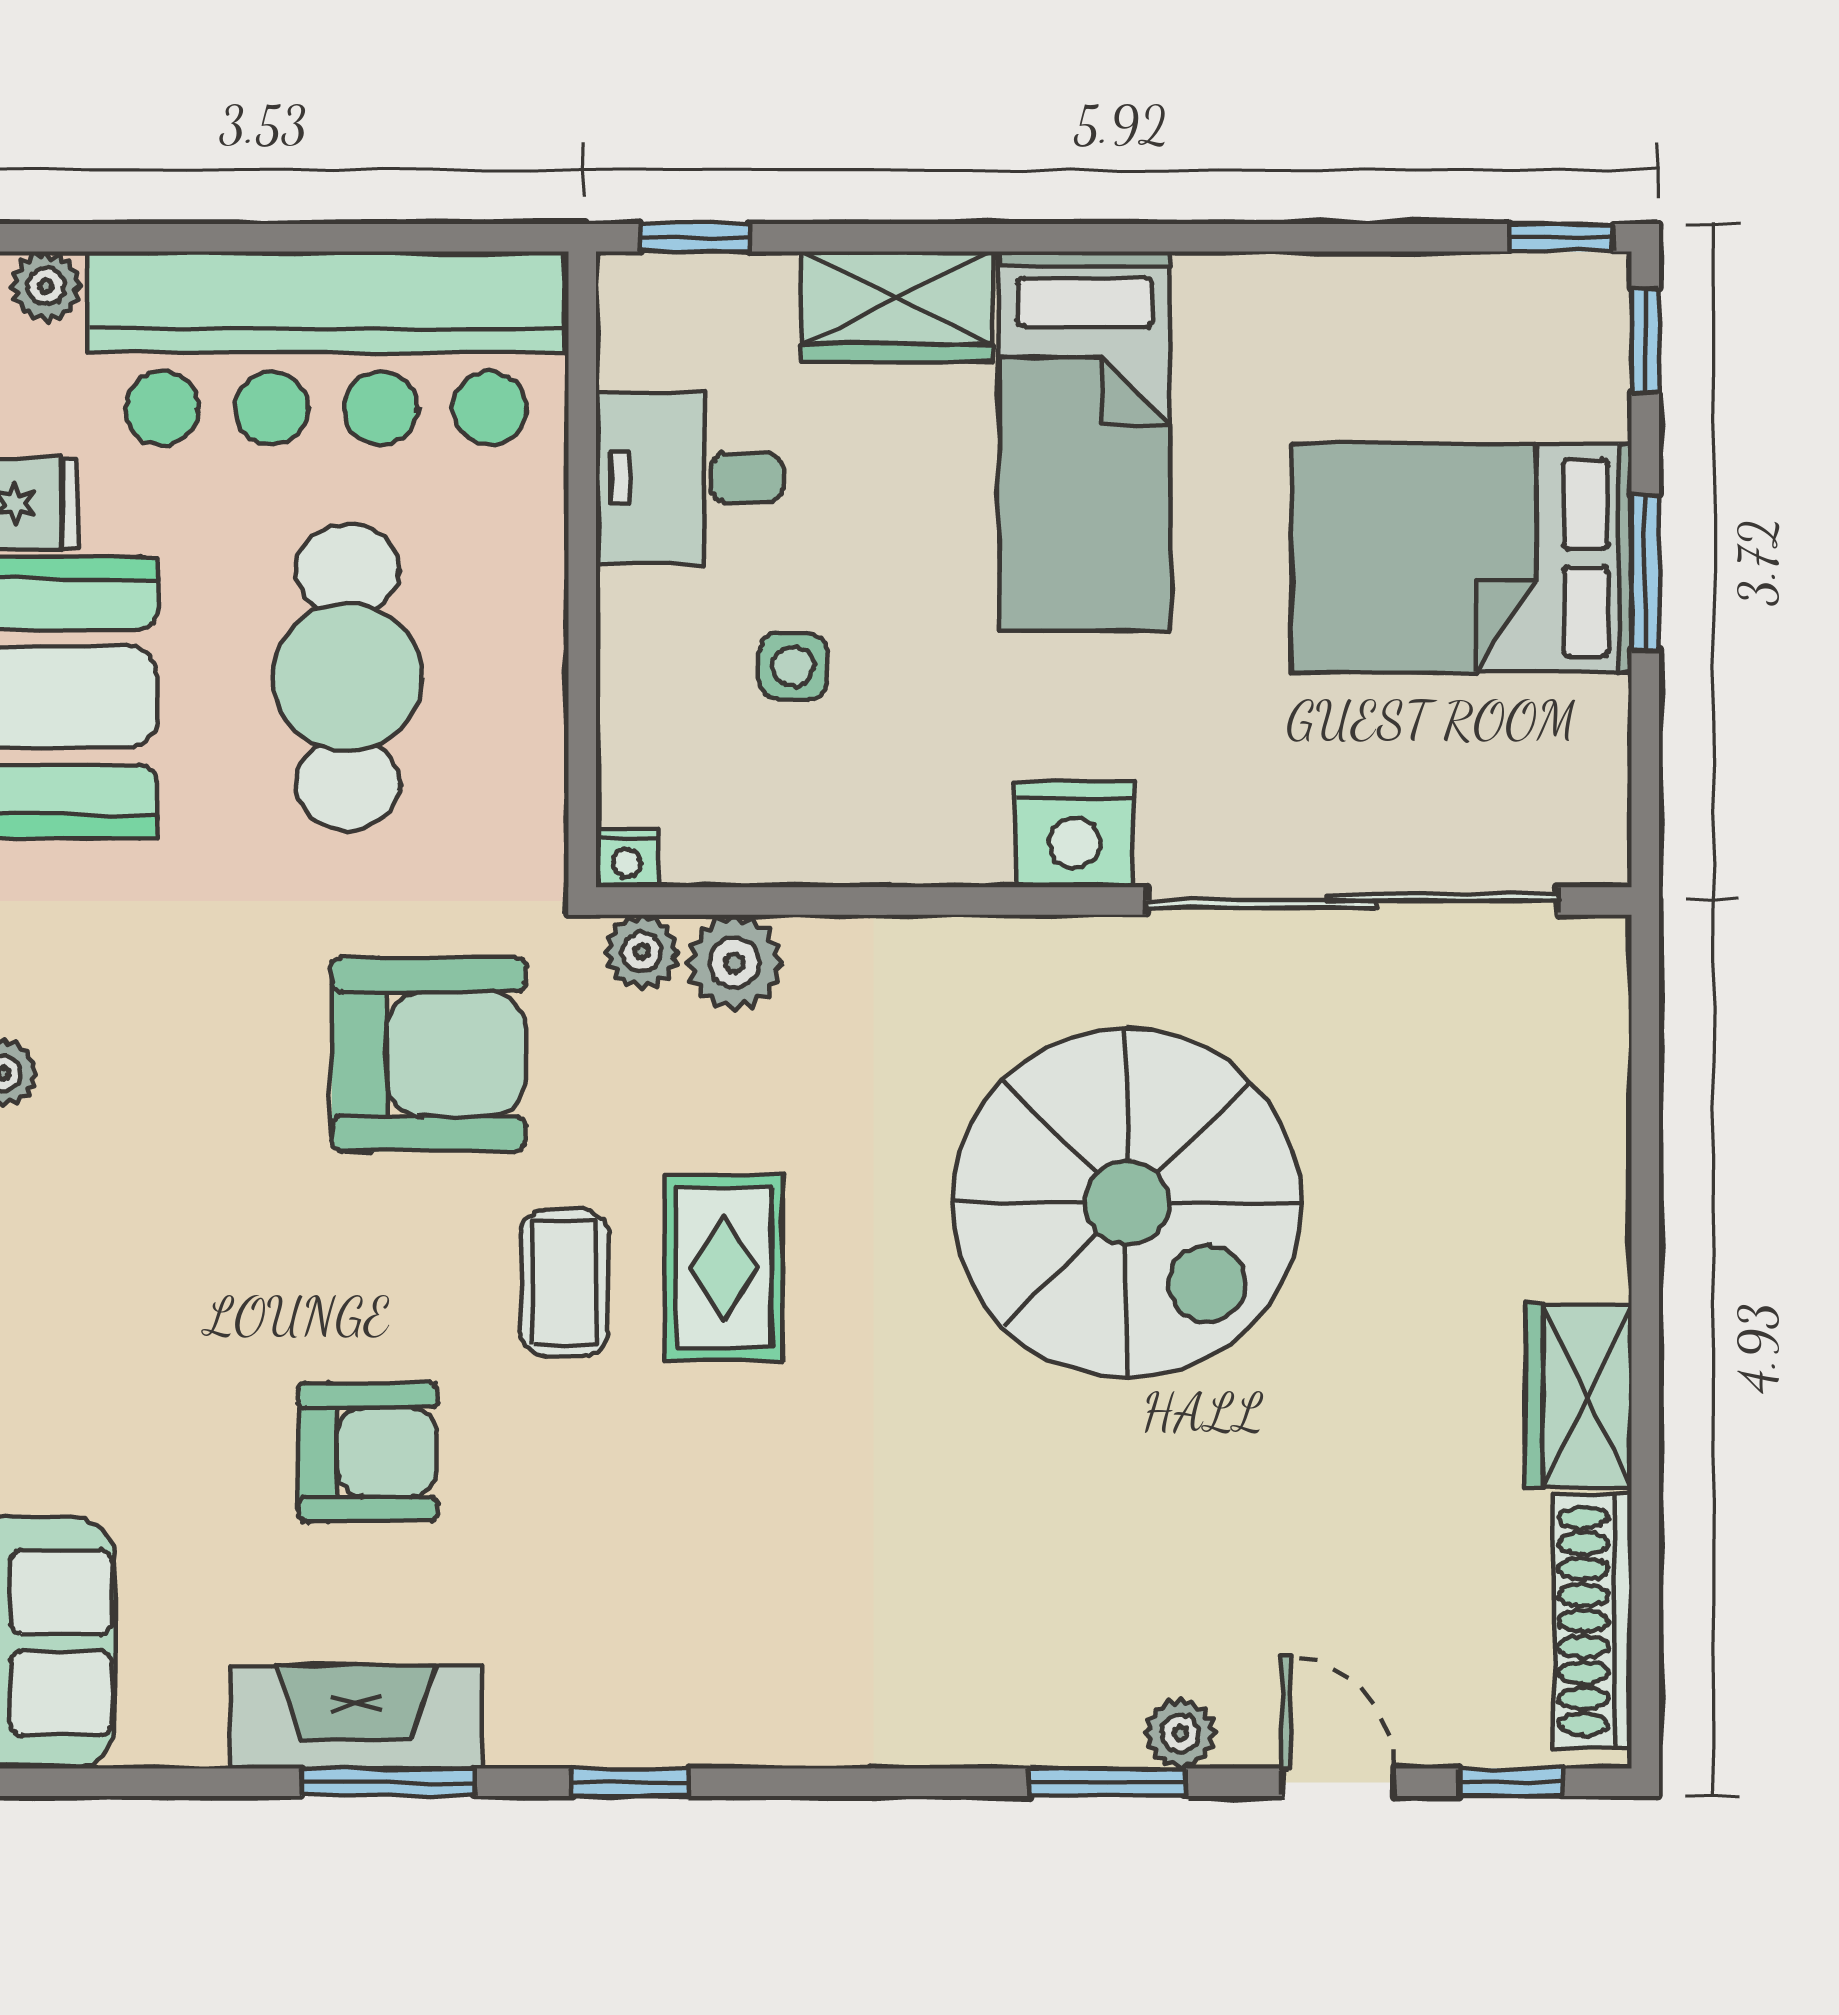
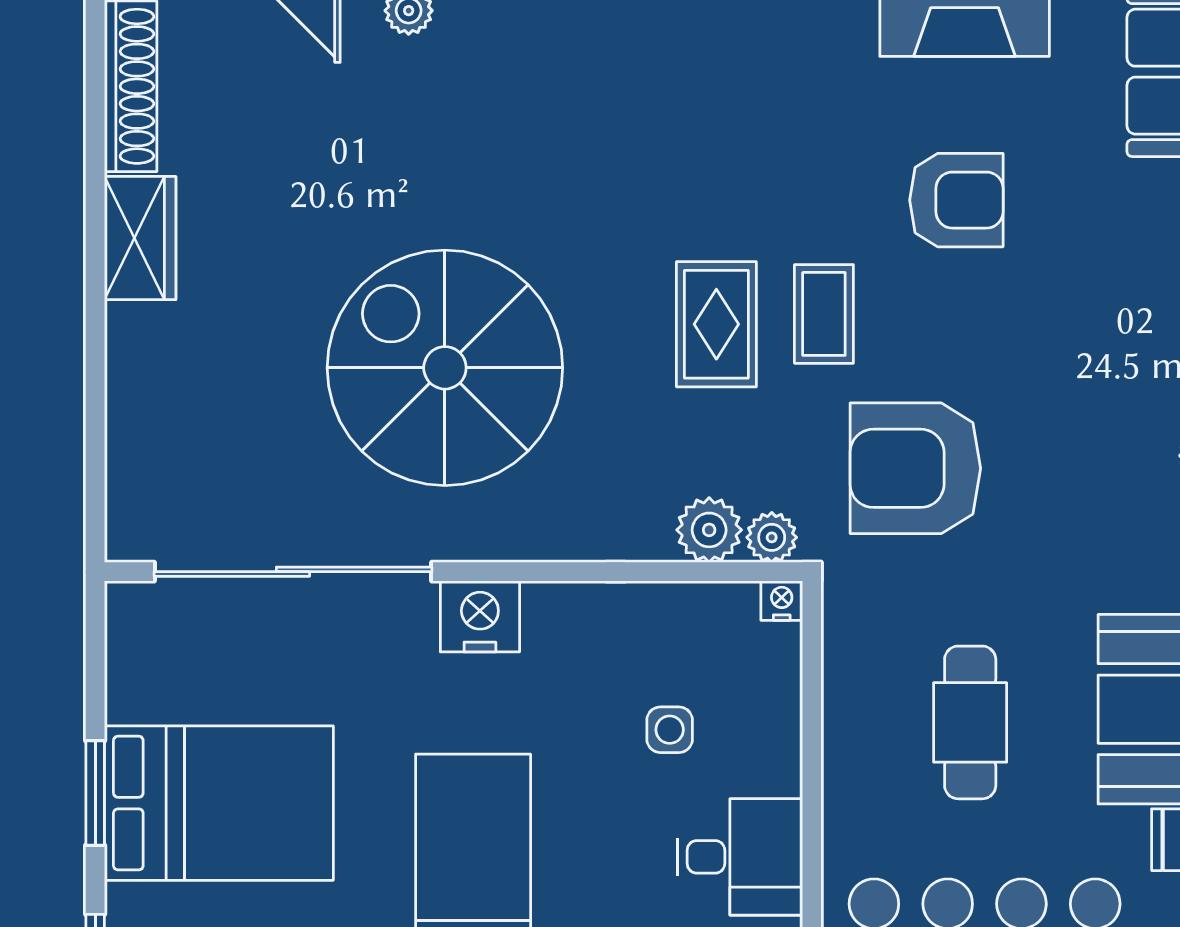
cafe table: (347, 677) -> (970, 722), width x0.73, depth x0.74
armchair: (368, 1452) -> (956, 200), turned 180

